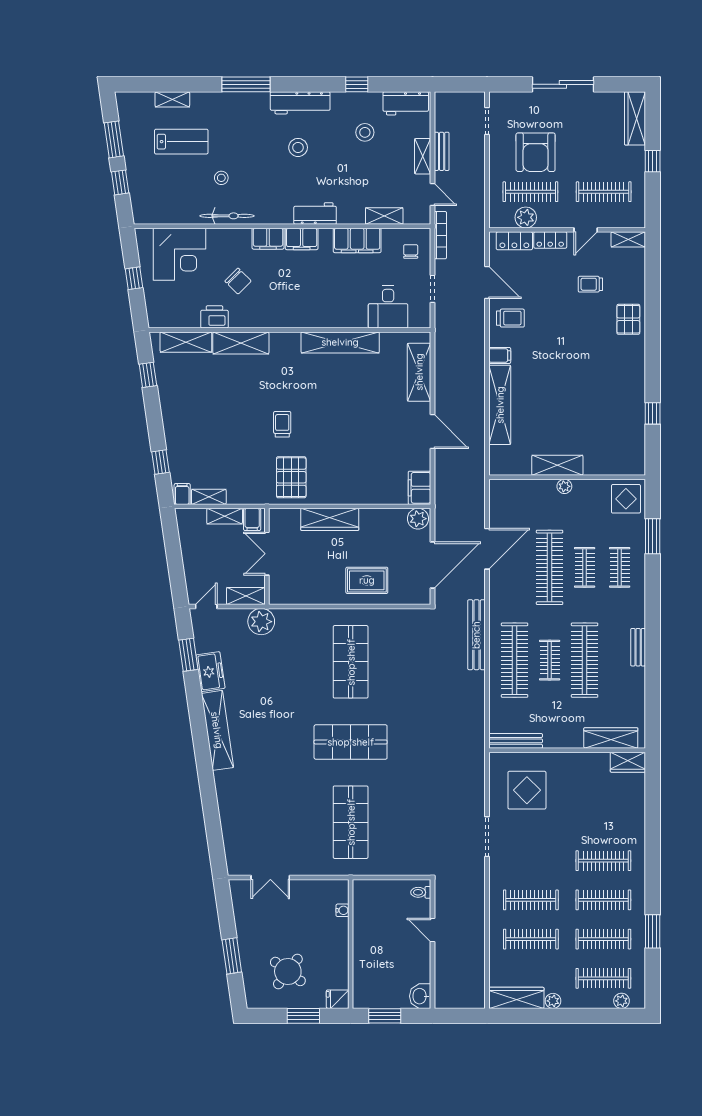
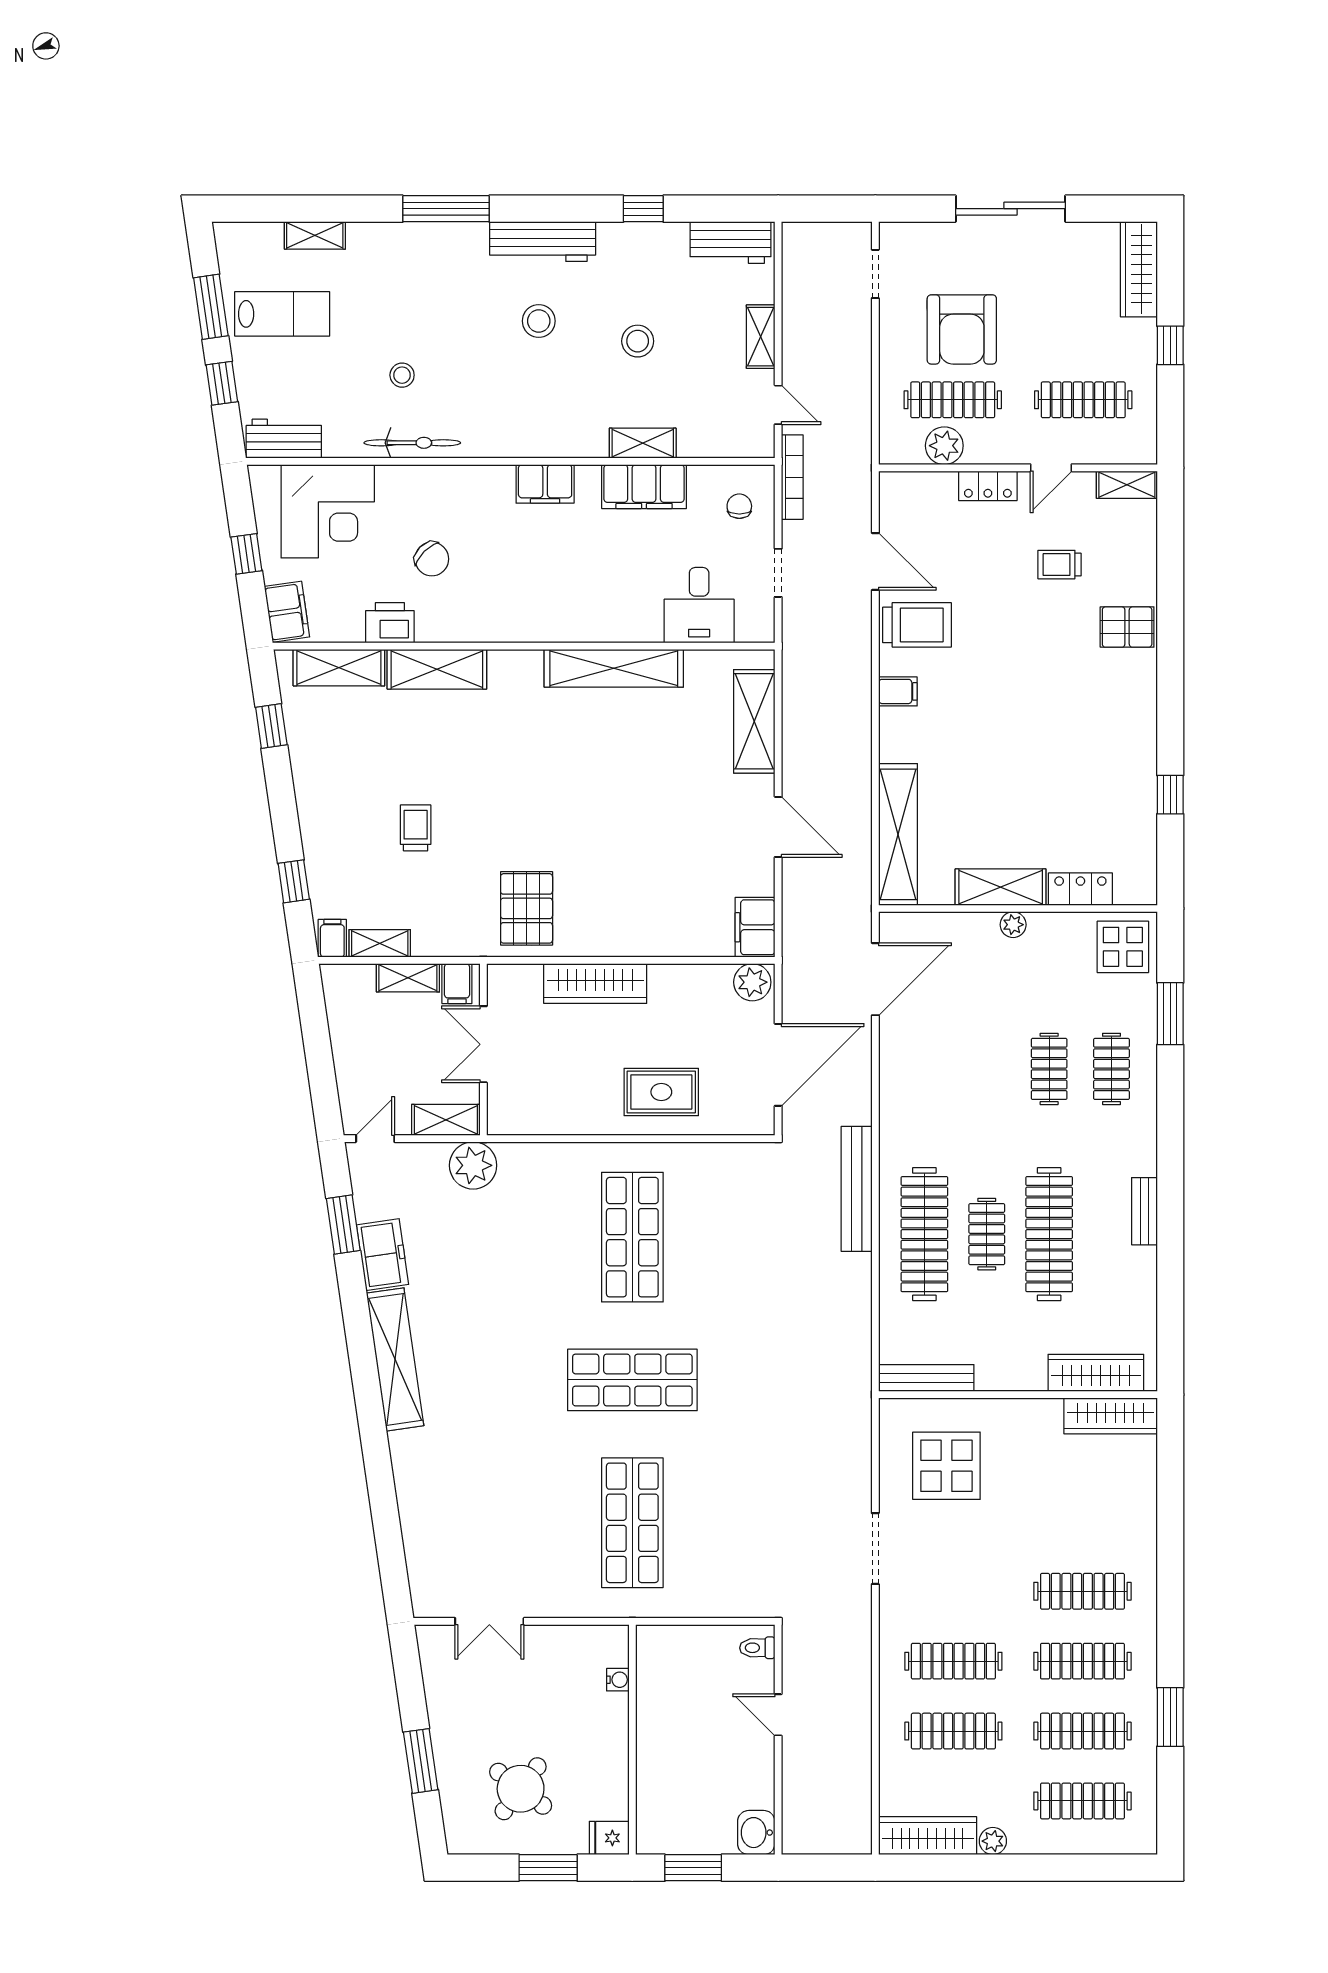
stool: (365, 132) -> (638, 341), moved
lab bench: (181, 142) -> (282, 314), moved
bench: (442, 151) -> (794, 328), removed
workbench: (315, 214) -> (284, 439), moved
shelving: (384, 216) -> (643, 443), moved
filing cabinet: (268, 239) -> (287, 612), moved, turned -98
locker: (514, 241) -> (1080, 889), moved, turned 180
trolley: (510, 318) -> (917, 625), width x1.36, depth x1.39
pallet: (628, 319) -> (1127, 627), turned 90
shelving: (500, 405) -> (898, 834), moved
trolley: (282, 424) -> (416, 828), moved
door: (487, 549) -> (875, 979), moved
clothes rail: (550, 567) -> (987, 1069), removed
wardrobe: (628, 762) -> (1111, 1416), width x1.50
plant: (622, 1001) -> (1115, 1841), removed

